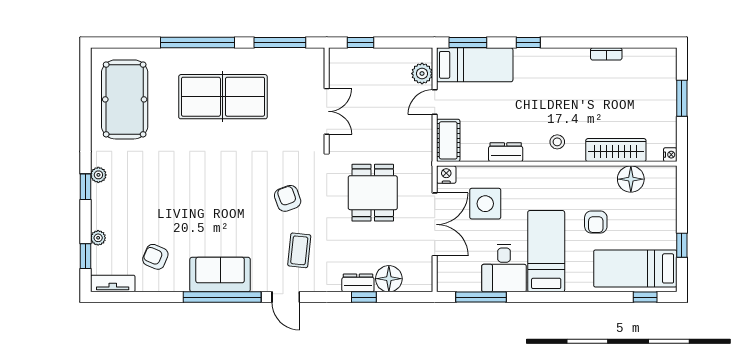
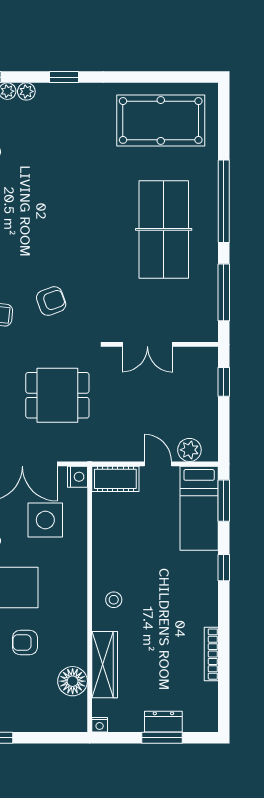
bookcase: (606, 54) -> (211, 654), width x1.56
dresser: (506, 152) -> (163, 722), moved, turned -90
plant: (98, 175) -> (26, 91), moved

